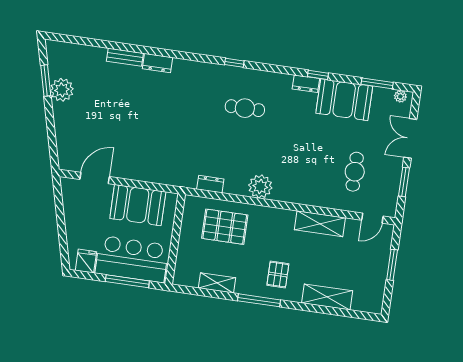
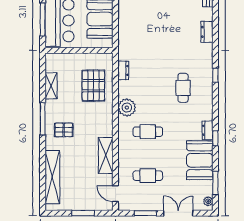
dresser: (157, 63) -> (207, 32), moved
cafe table: (296, 163) -> (148, 132), added
shelving: (327, 297) -> (52, 177), width x1.47

